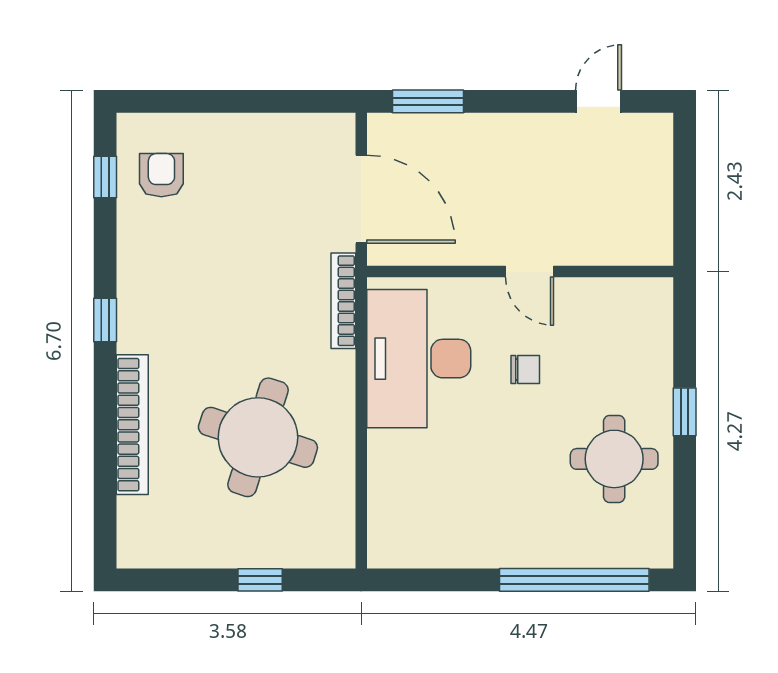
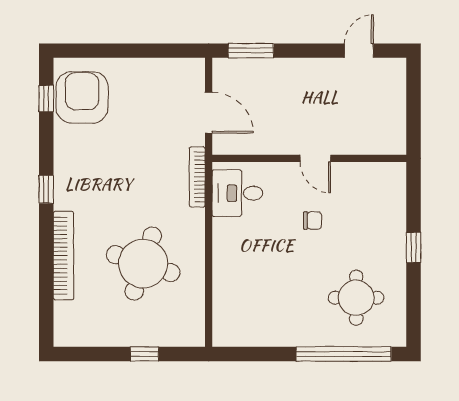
armchair: (161, 175) -> (82, 97), width x1.88, depth x1.88
door: (361, 199) -> (209, 113), width x0.73
desk: (419, 359) -> (237, 193), width x0.53, depth x0.77
round table: (614, 459) -> (356, 298), moved

